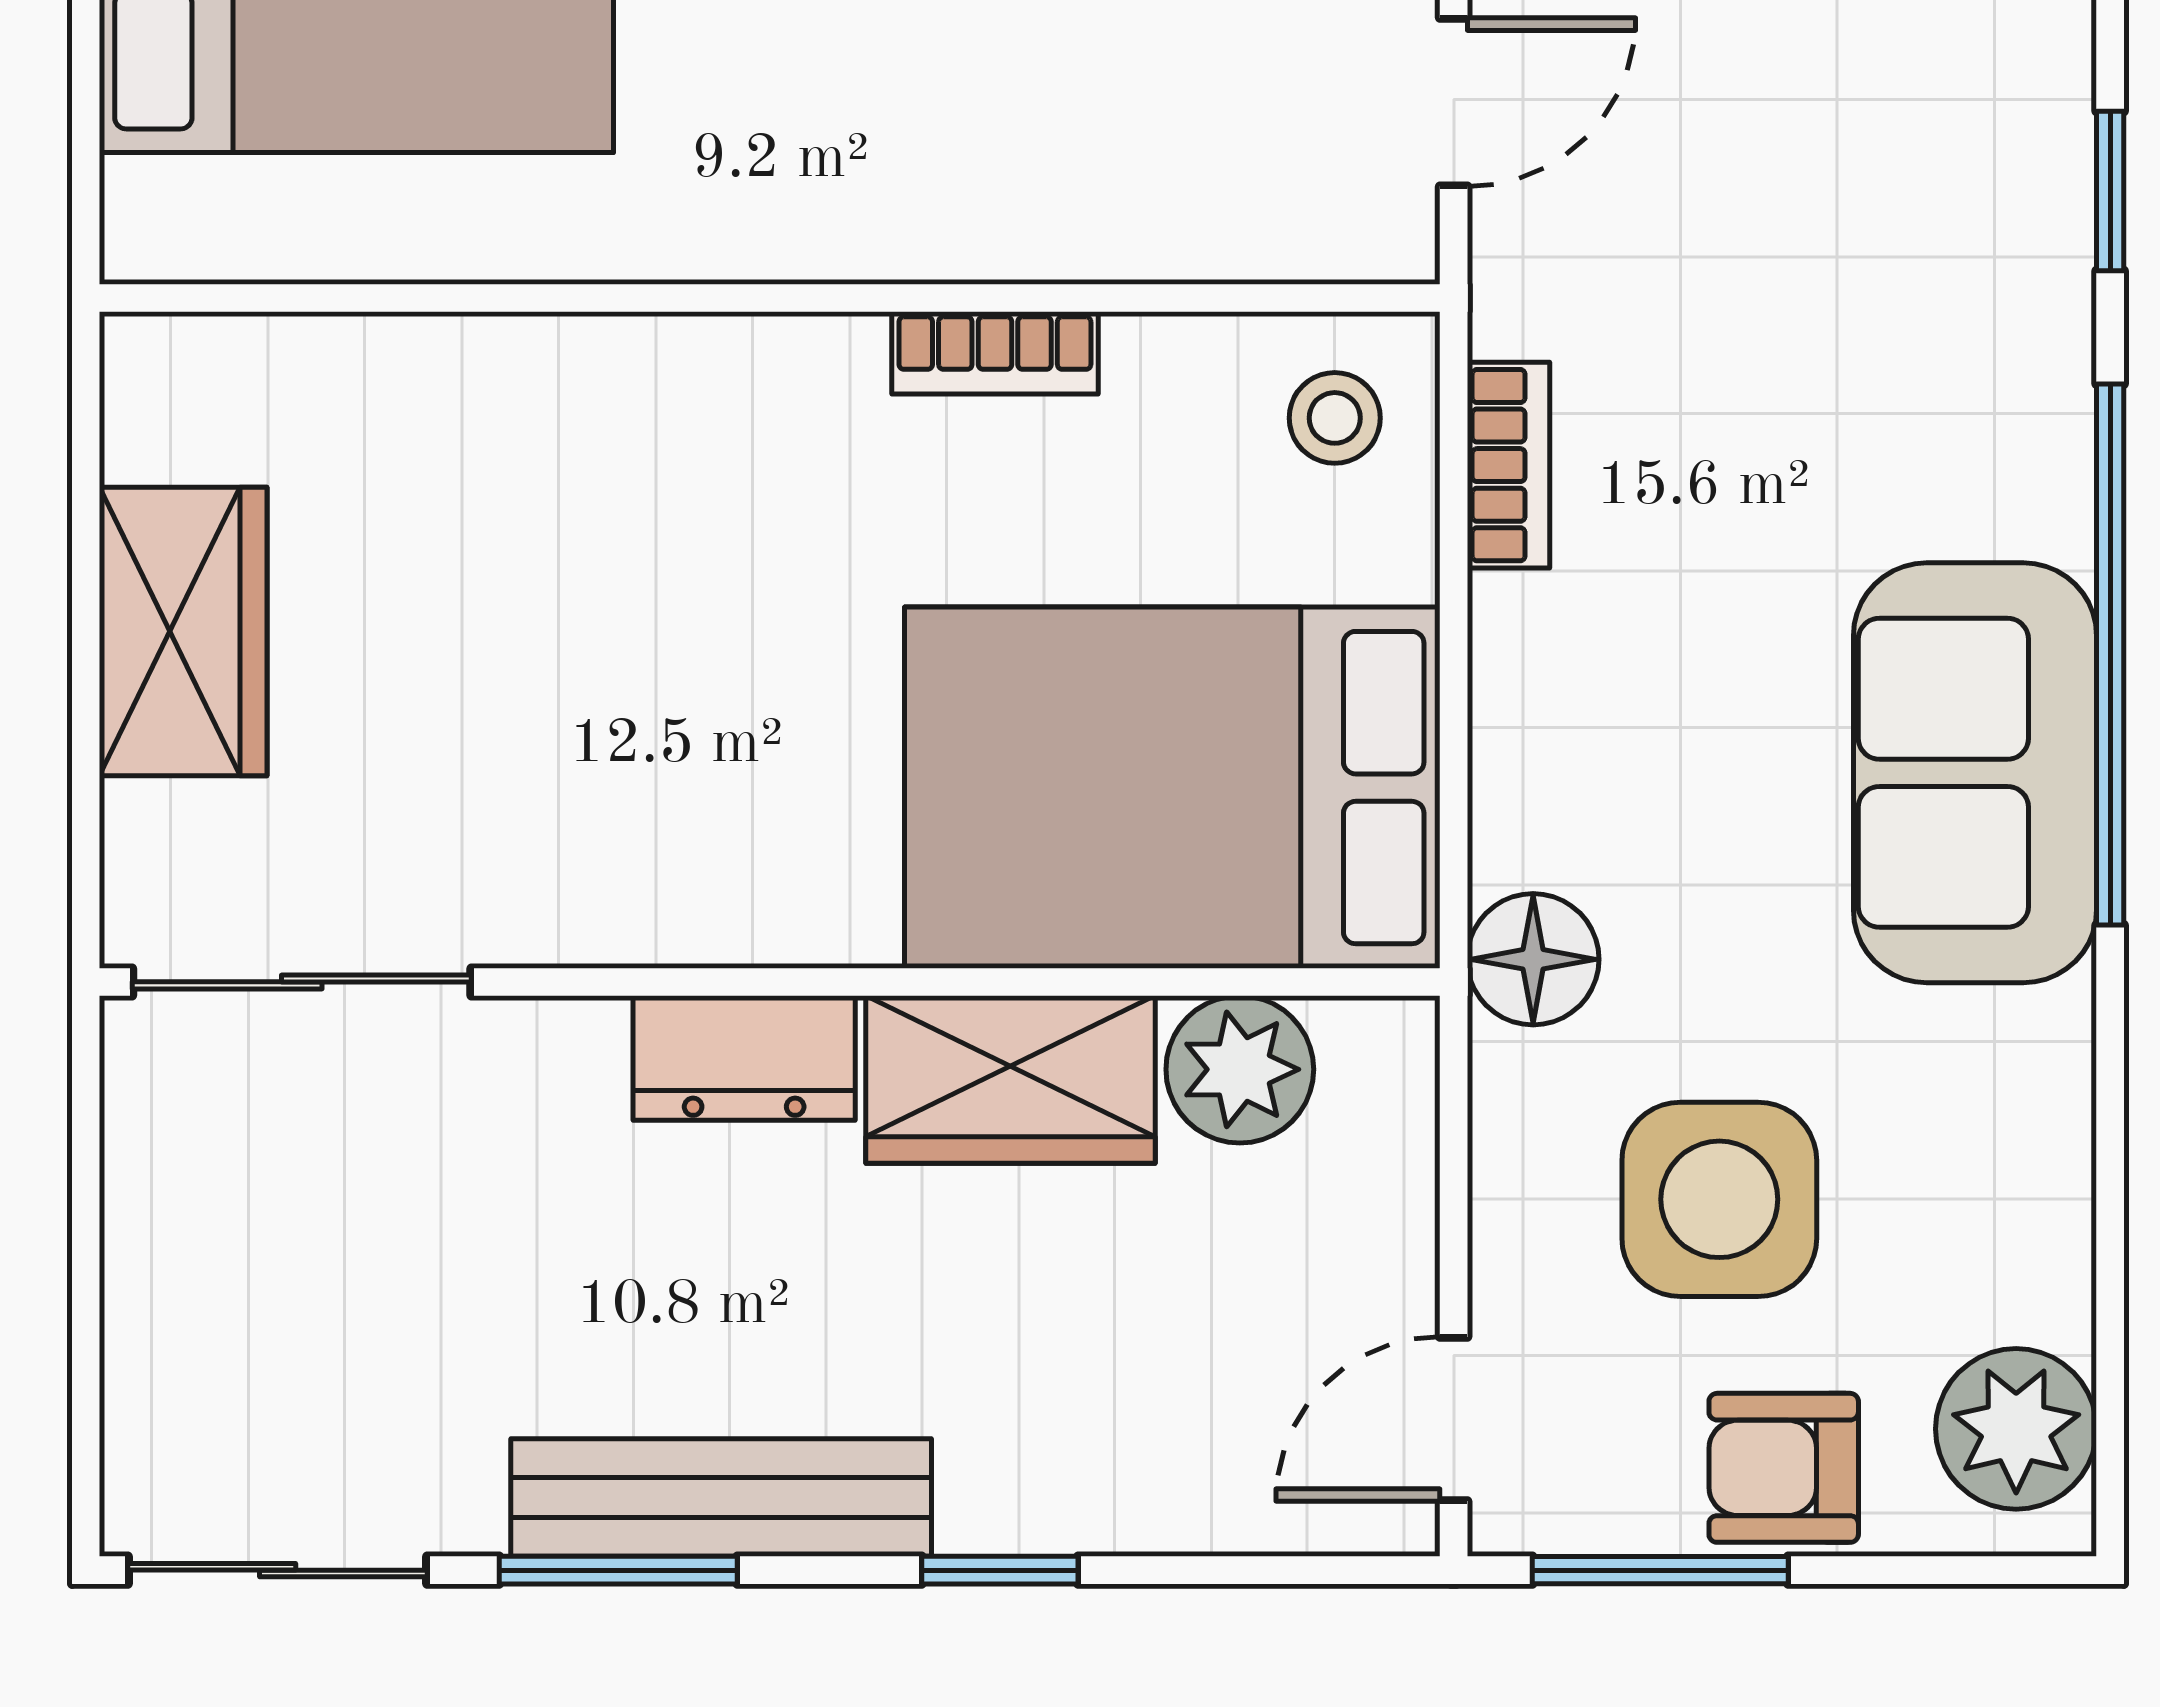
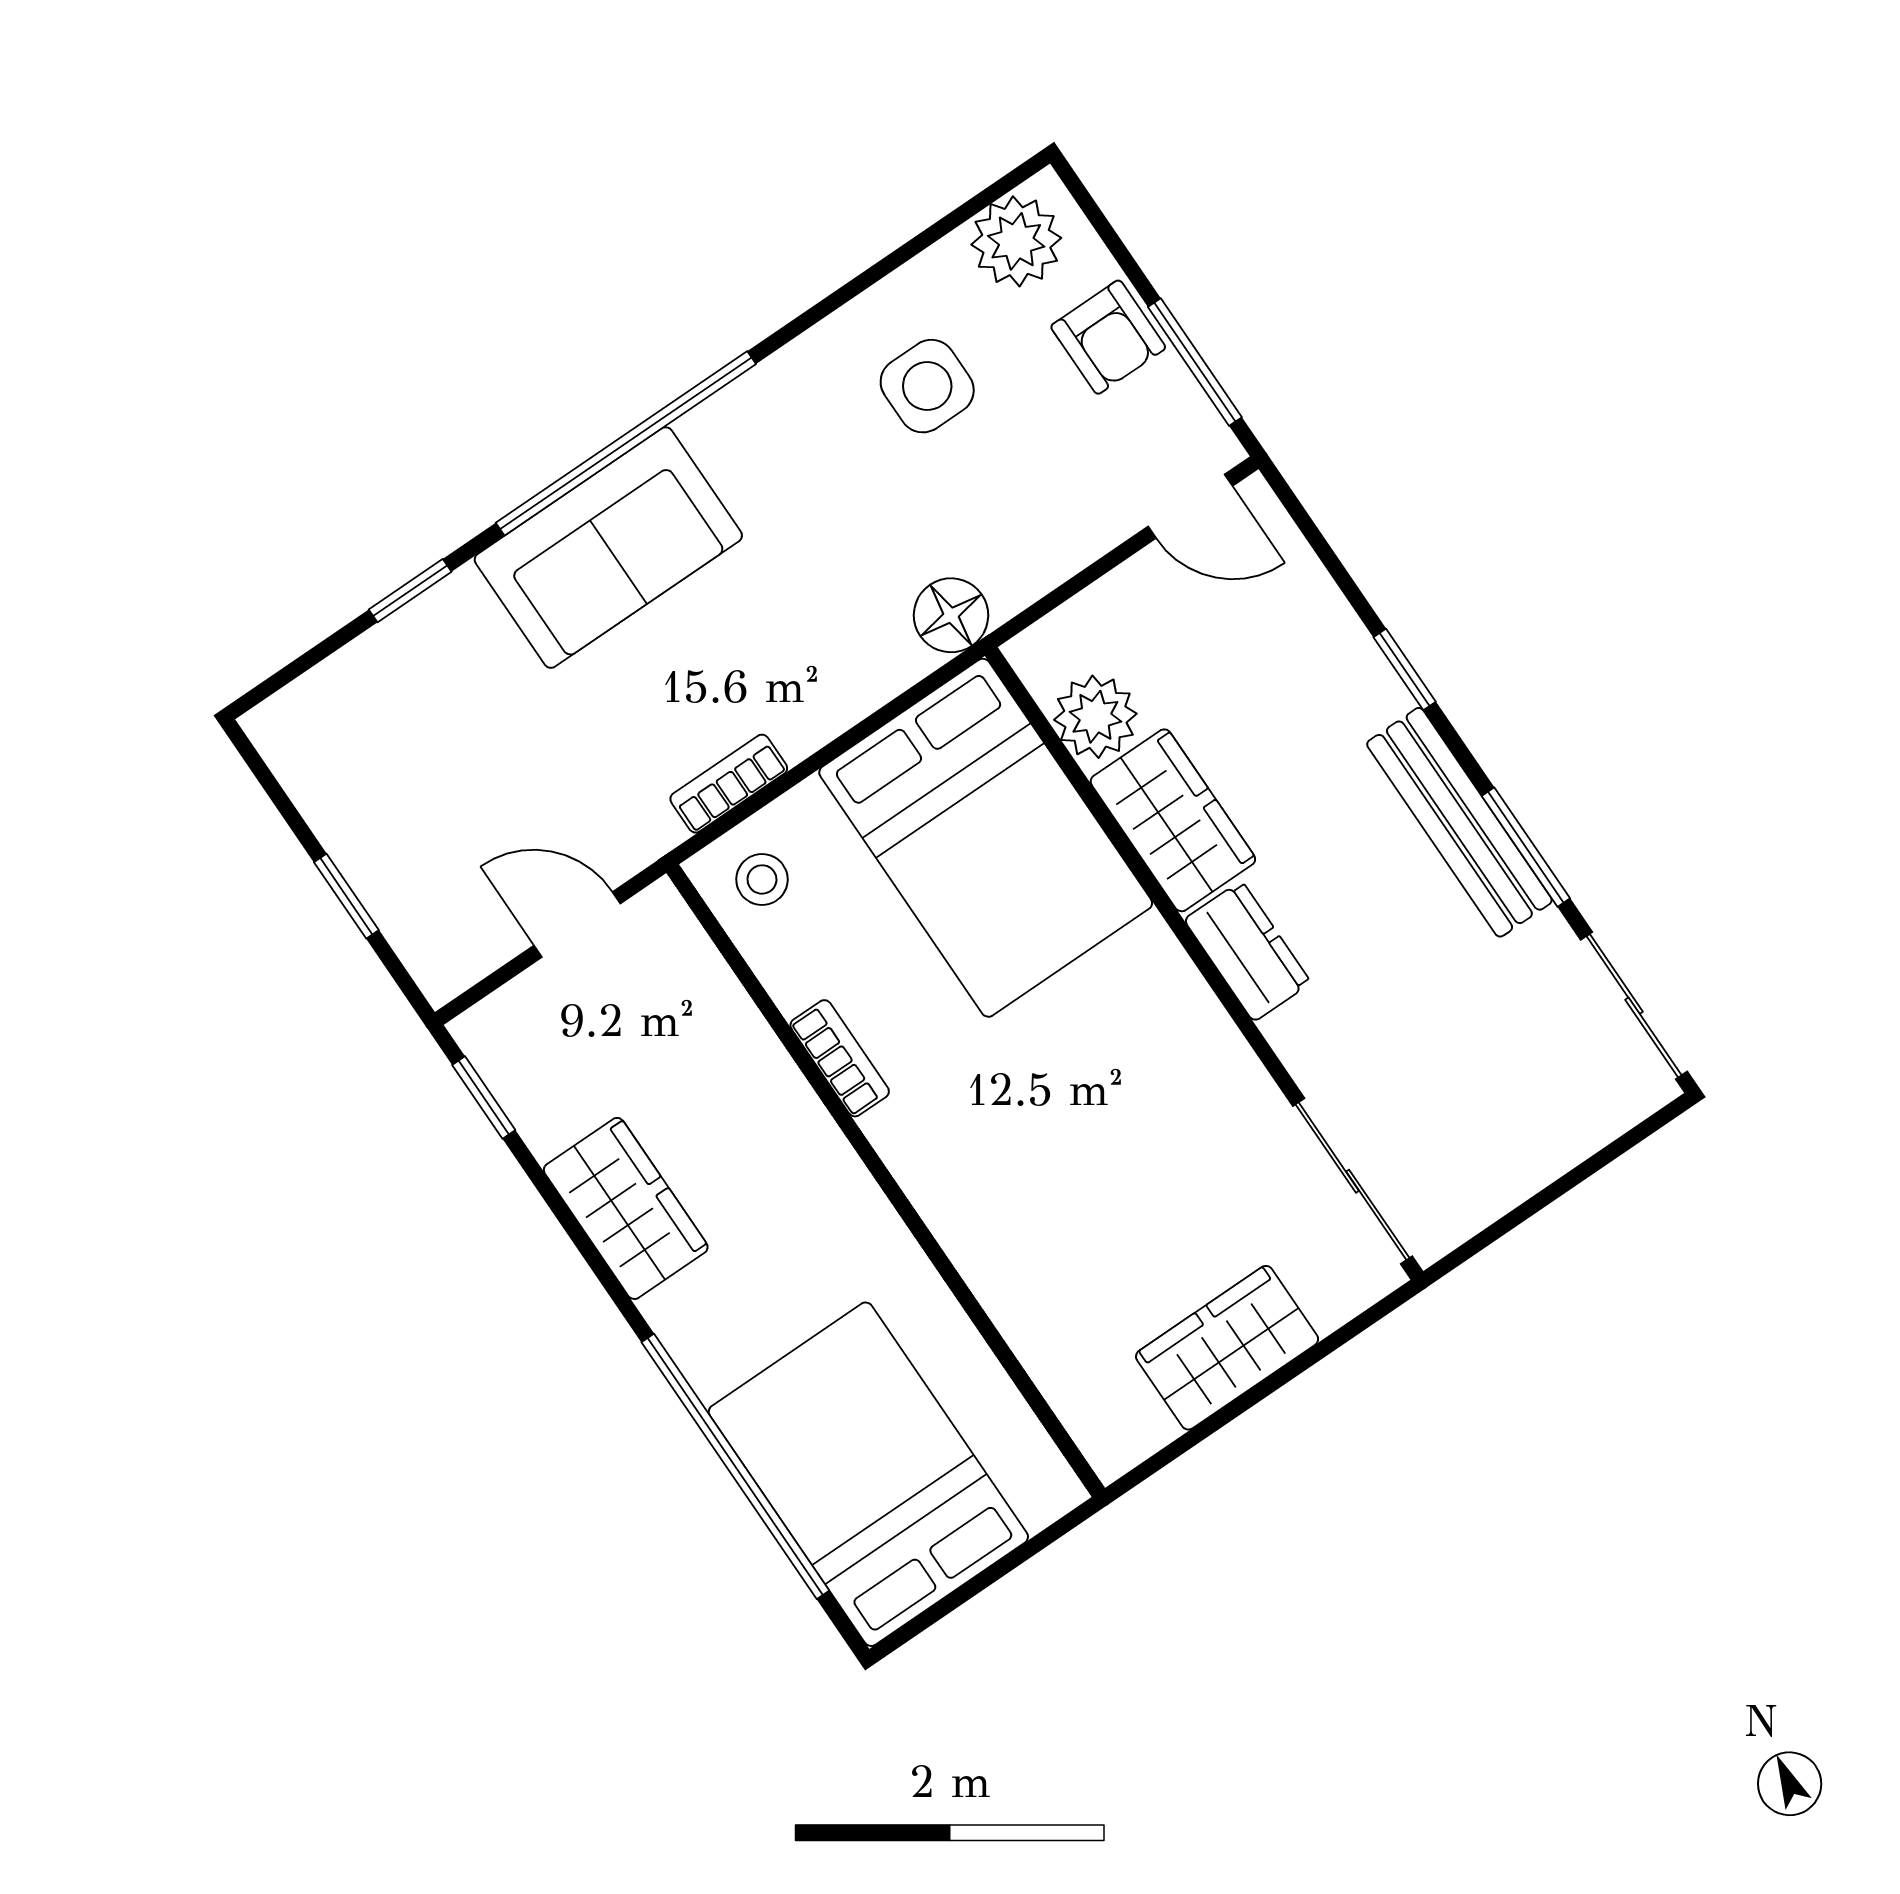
sofa: (1975, 773) -> (608, 548), moved
side table: (1719, 1199) -> (927, 386), moved, width x0.73, depth x0.73

